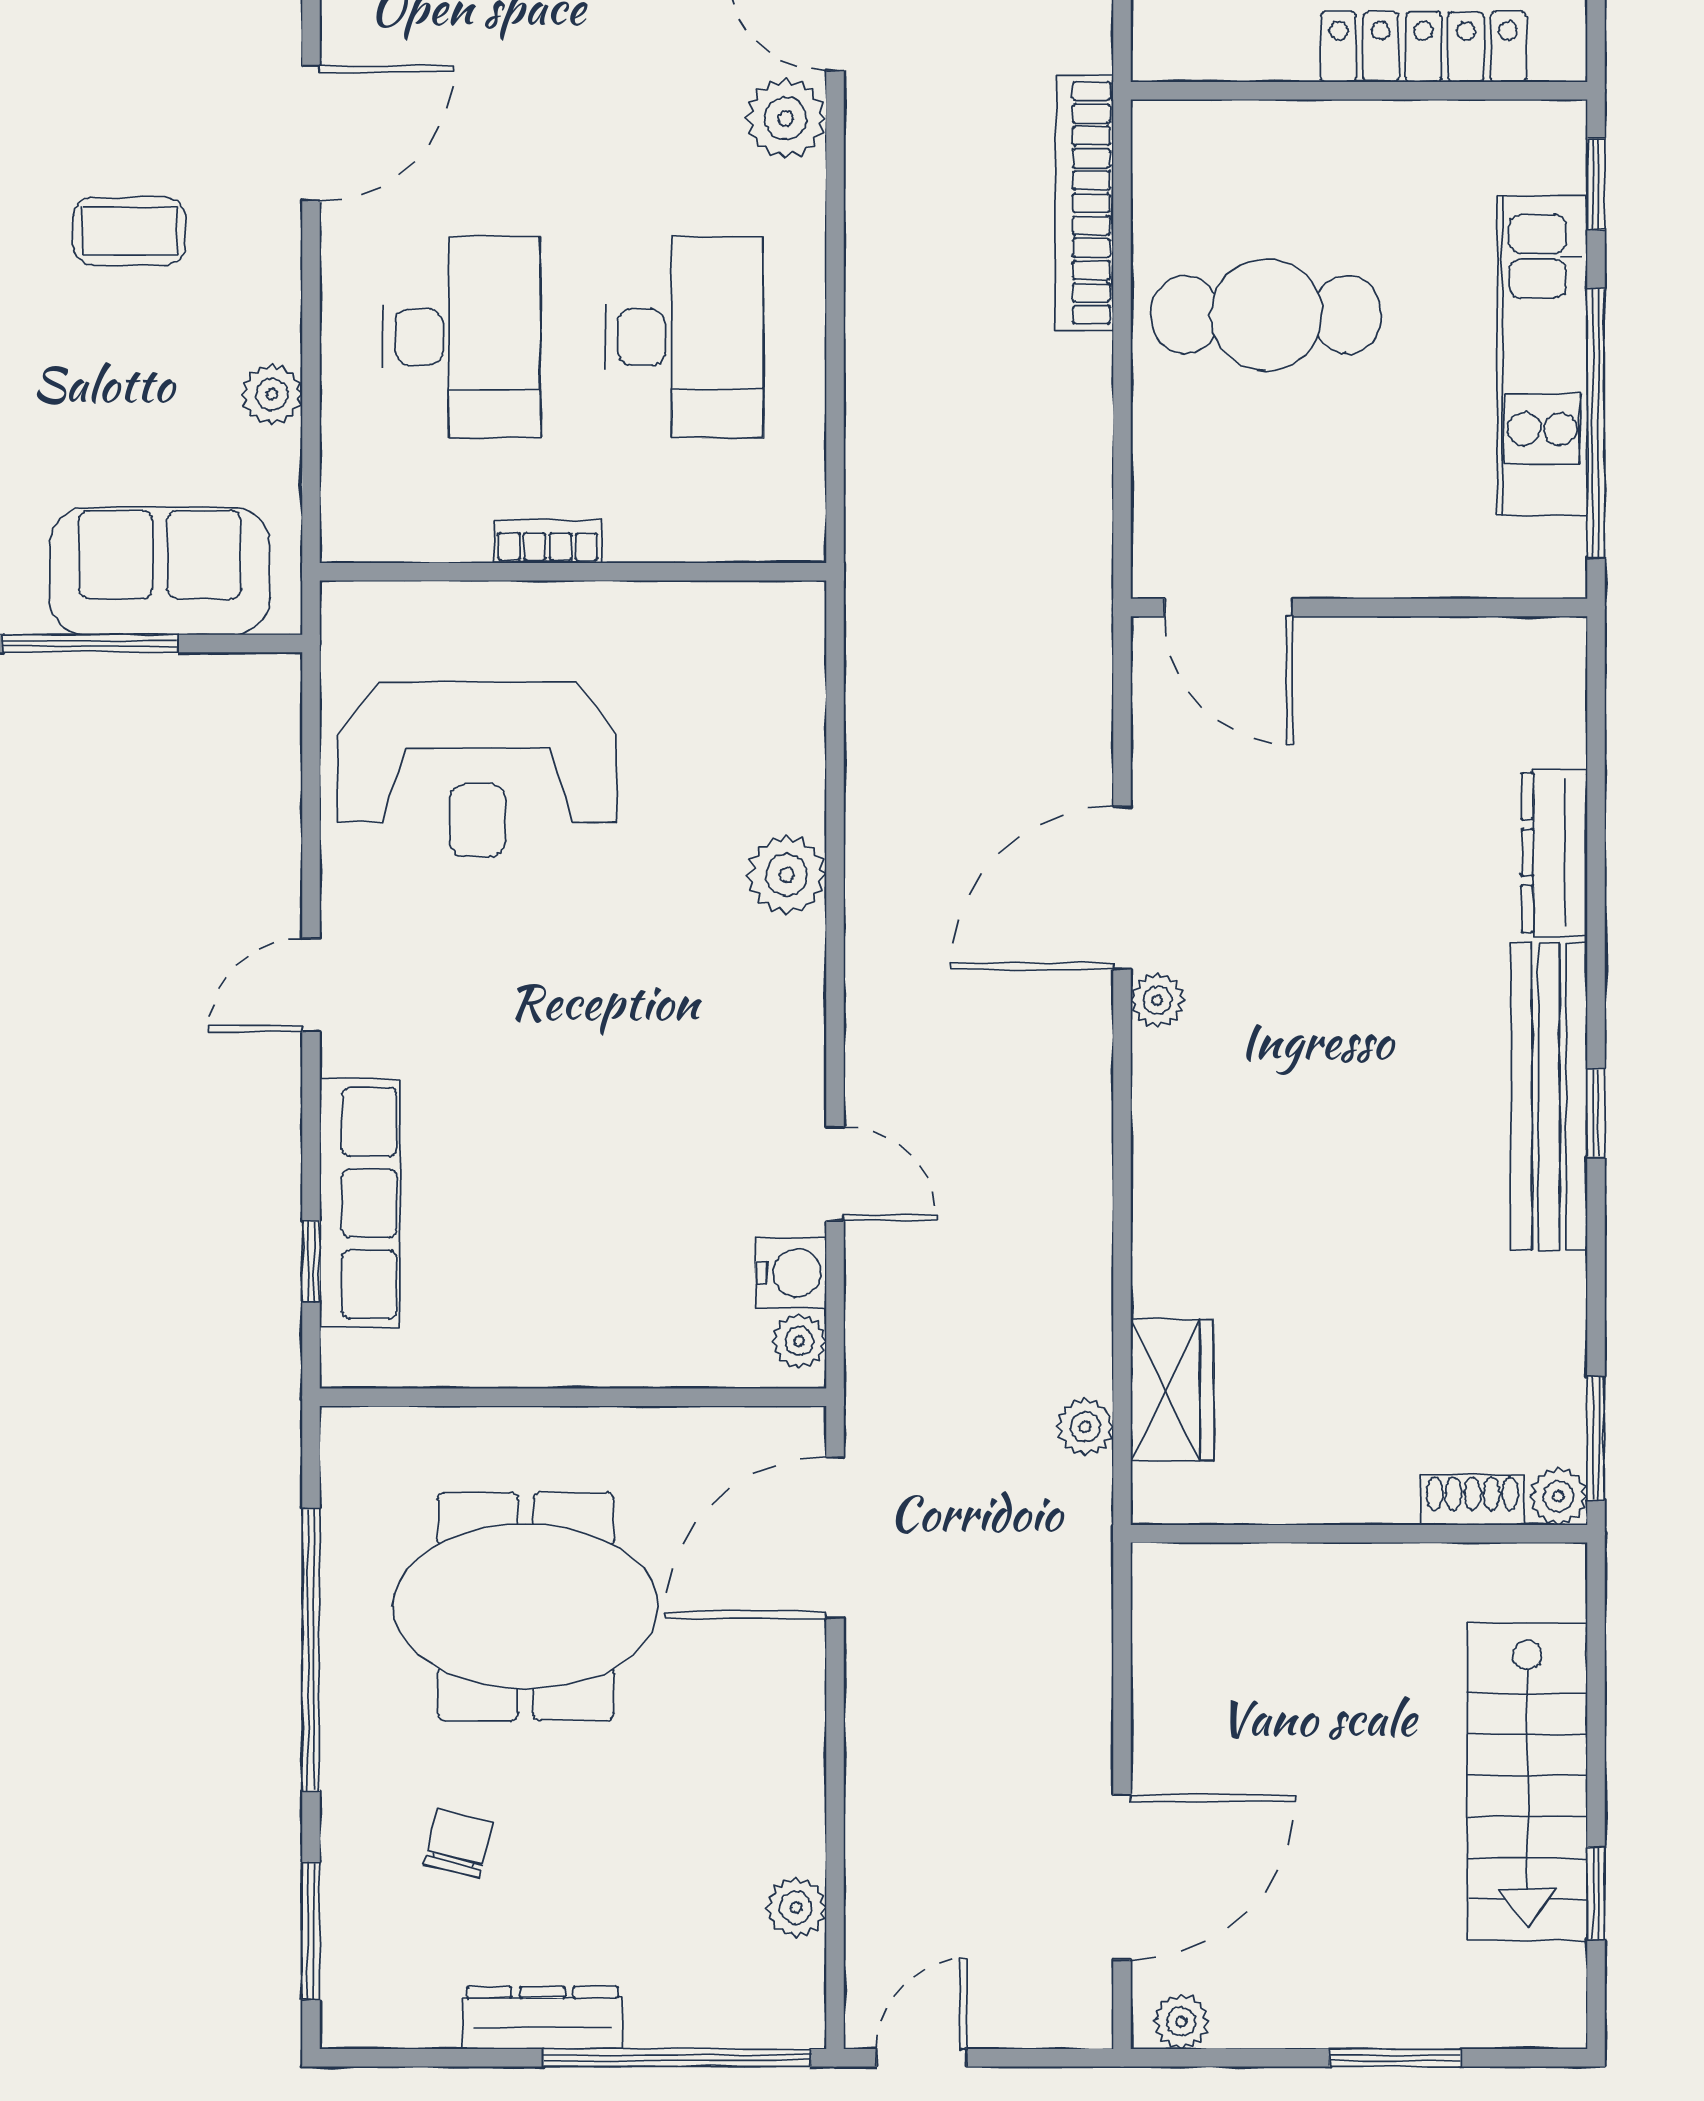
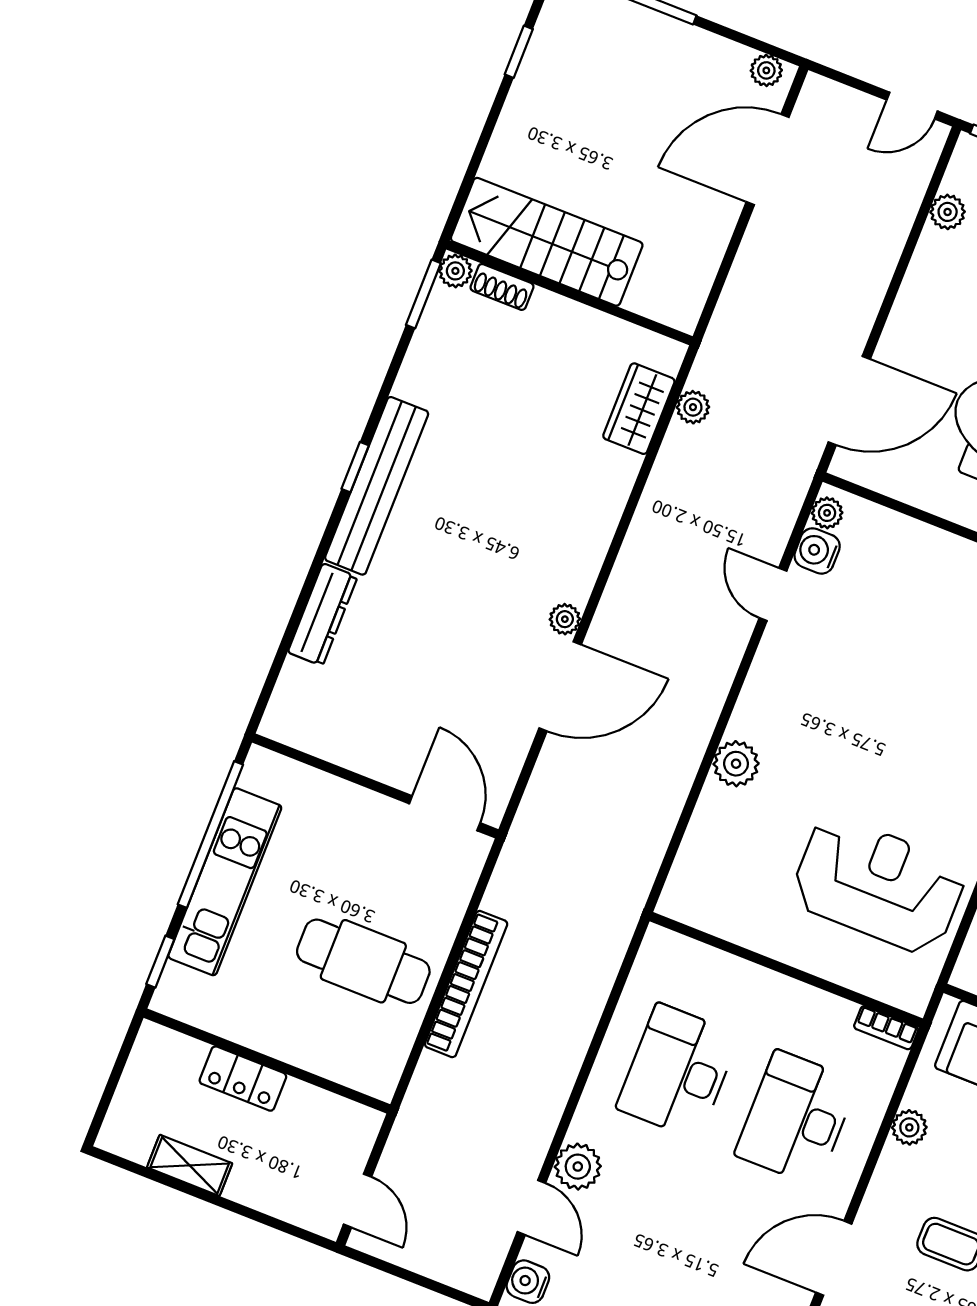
locker: (1423, 47) -> (243, 1079), width x0.66
bookcase: (1084, 203) -> (466, 984), moved
bookcase: (548, 542) -> (886, 1028), moved
stairs: (1527, 1782) -> (547, 242), moved, turned -90

